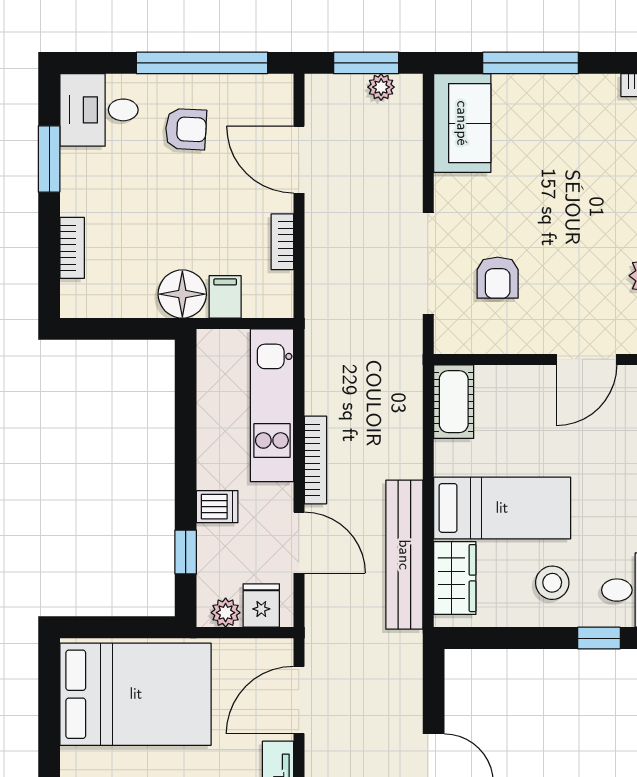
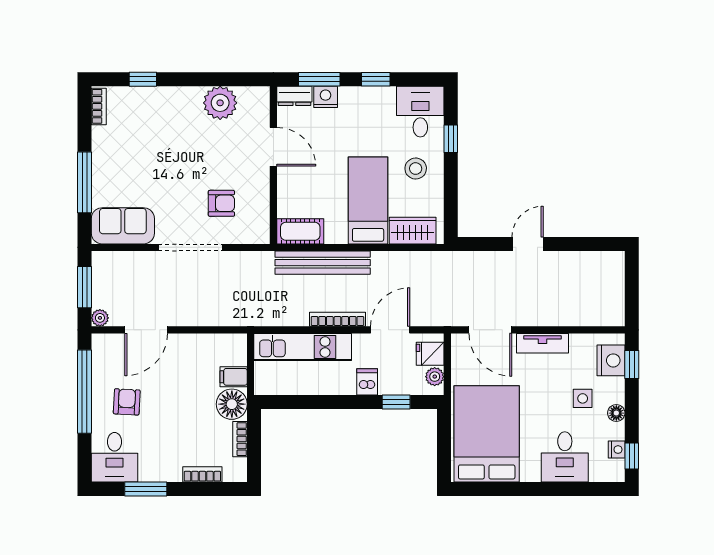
plant: (381, 87) -> (100, 318), moved
bookcase: (282, 242) -> (240, 439), moved, turned 90
doorway: (428, 263) -> (191, 247), moved
bench: (404, 555) -> (323, 263), moved

